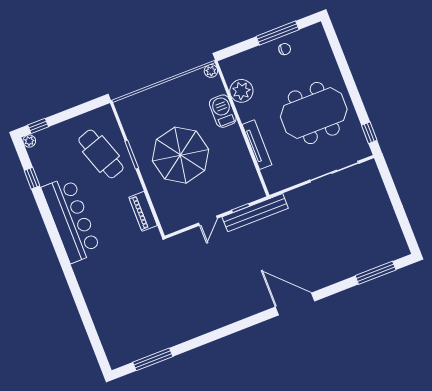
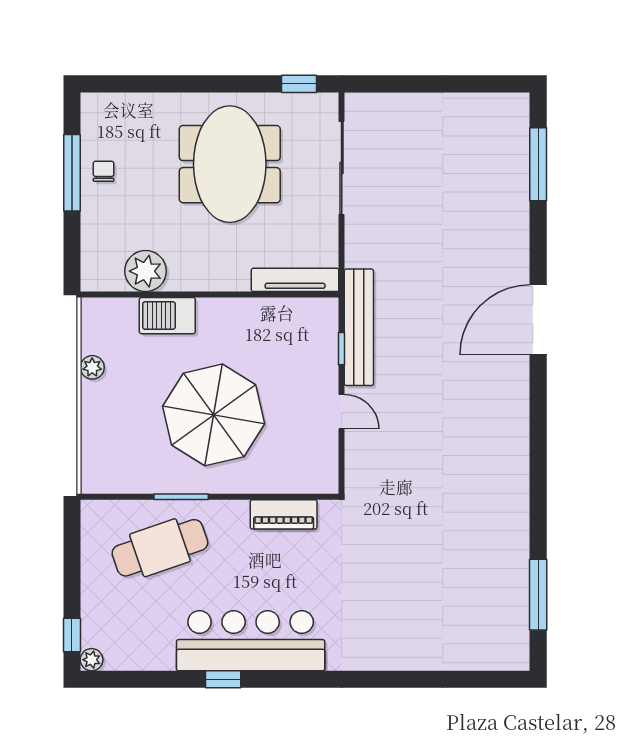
plant: (211, 71) -> (92, 367), moved
tv unit: (257, 145) -> (295, 280), moved
window: (32, 178) -> (223, 679), moved

